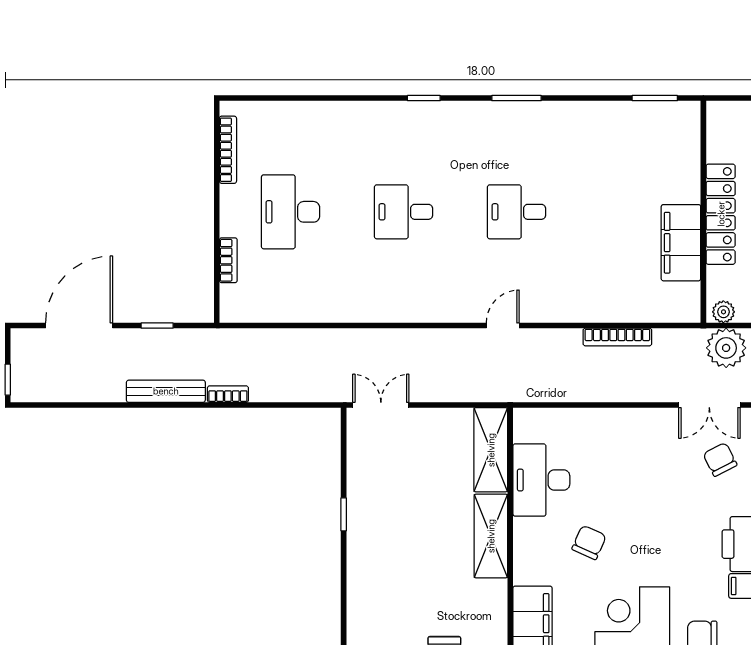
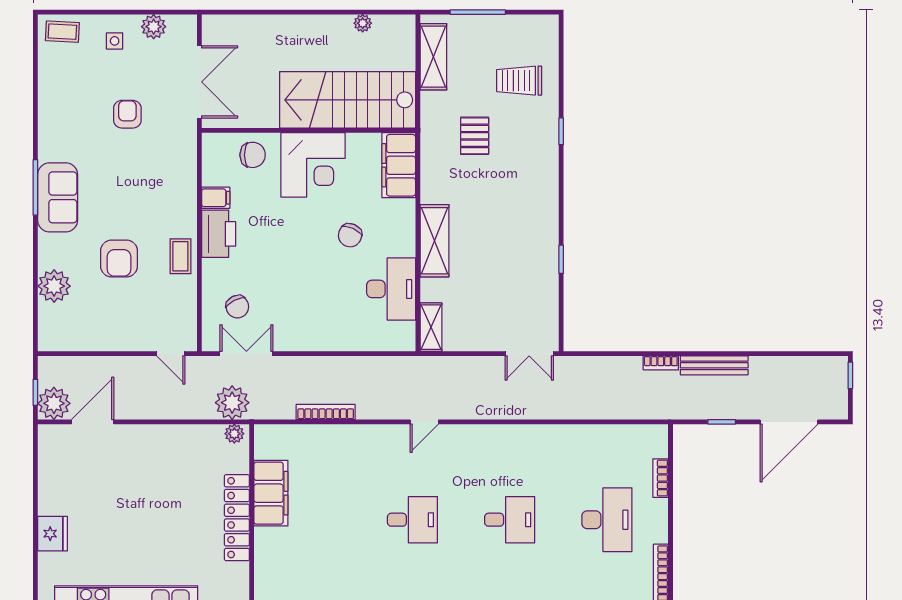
shelving: (491, 450) -> (431, 327), width x0.67, depth x0.75

